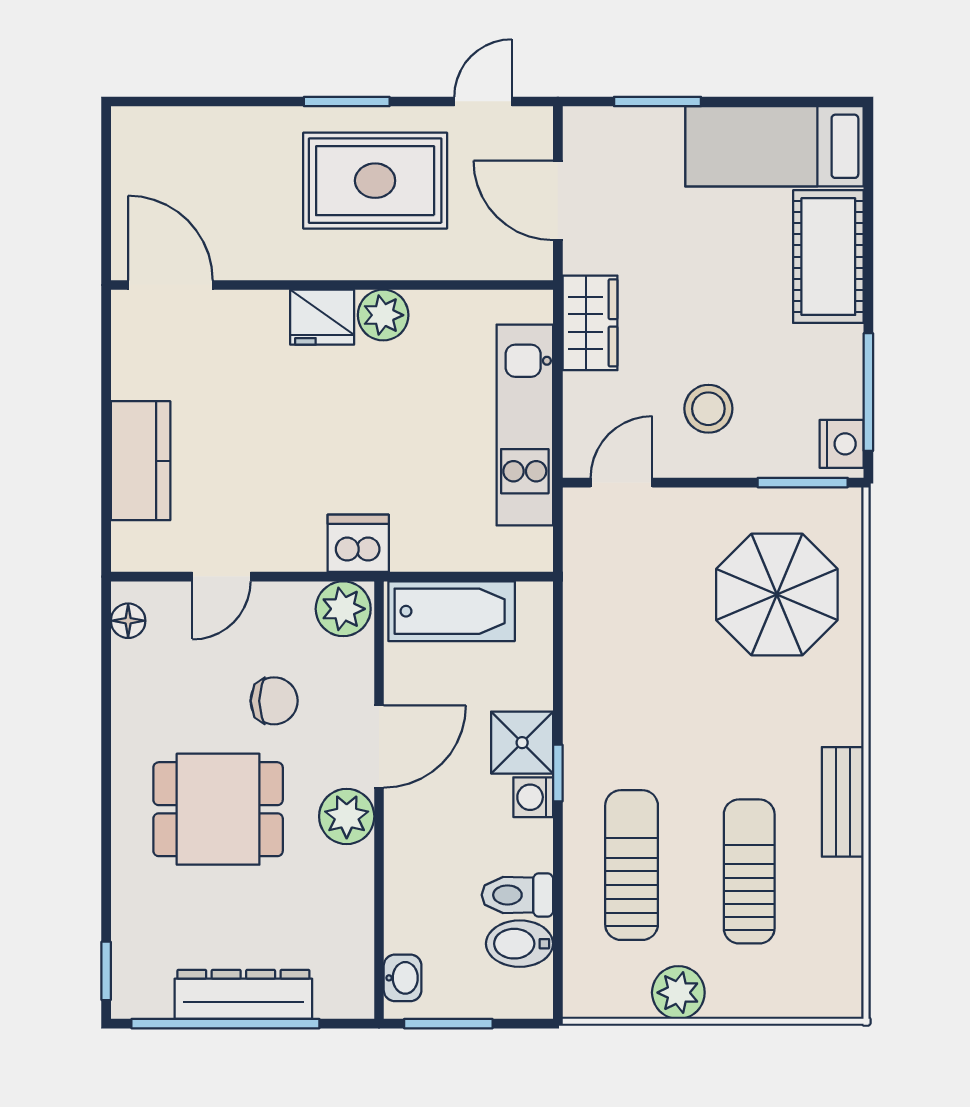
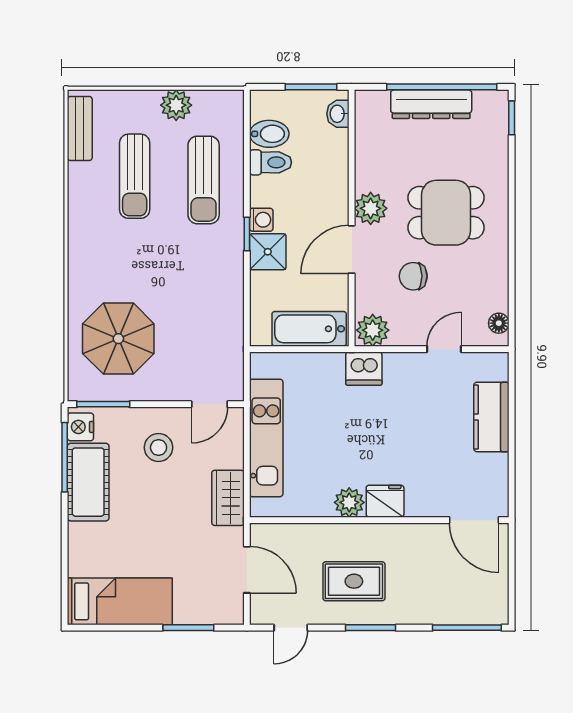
window: (183, 101) -> (467, 628), added
rug: (375, 181) -> (354, 581), width x0.73, depth x0.70
cot: (828, 257) -> (88, 482), moved
bench: (843, 802) -> (80, 128), moved

